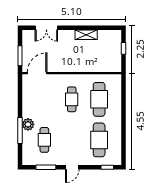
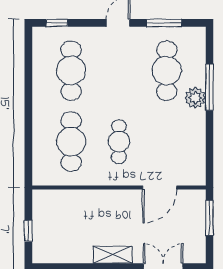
shelving: (86, 35) -> (112, 255), moved
door: (37, 73) -> (160, 187), moved
cafe table: (44, 140) -> (167, 71), width x1.37, depth x1.35

